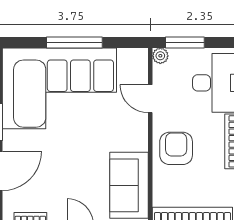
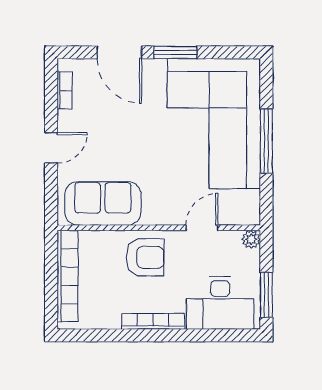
window: (185, 42) -> (266, 295), moved

